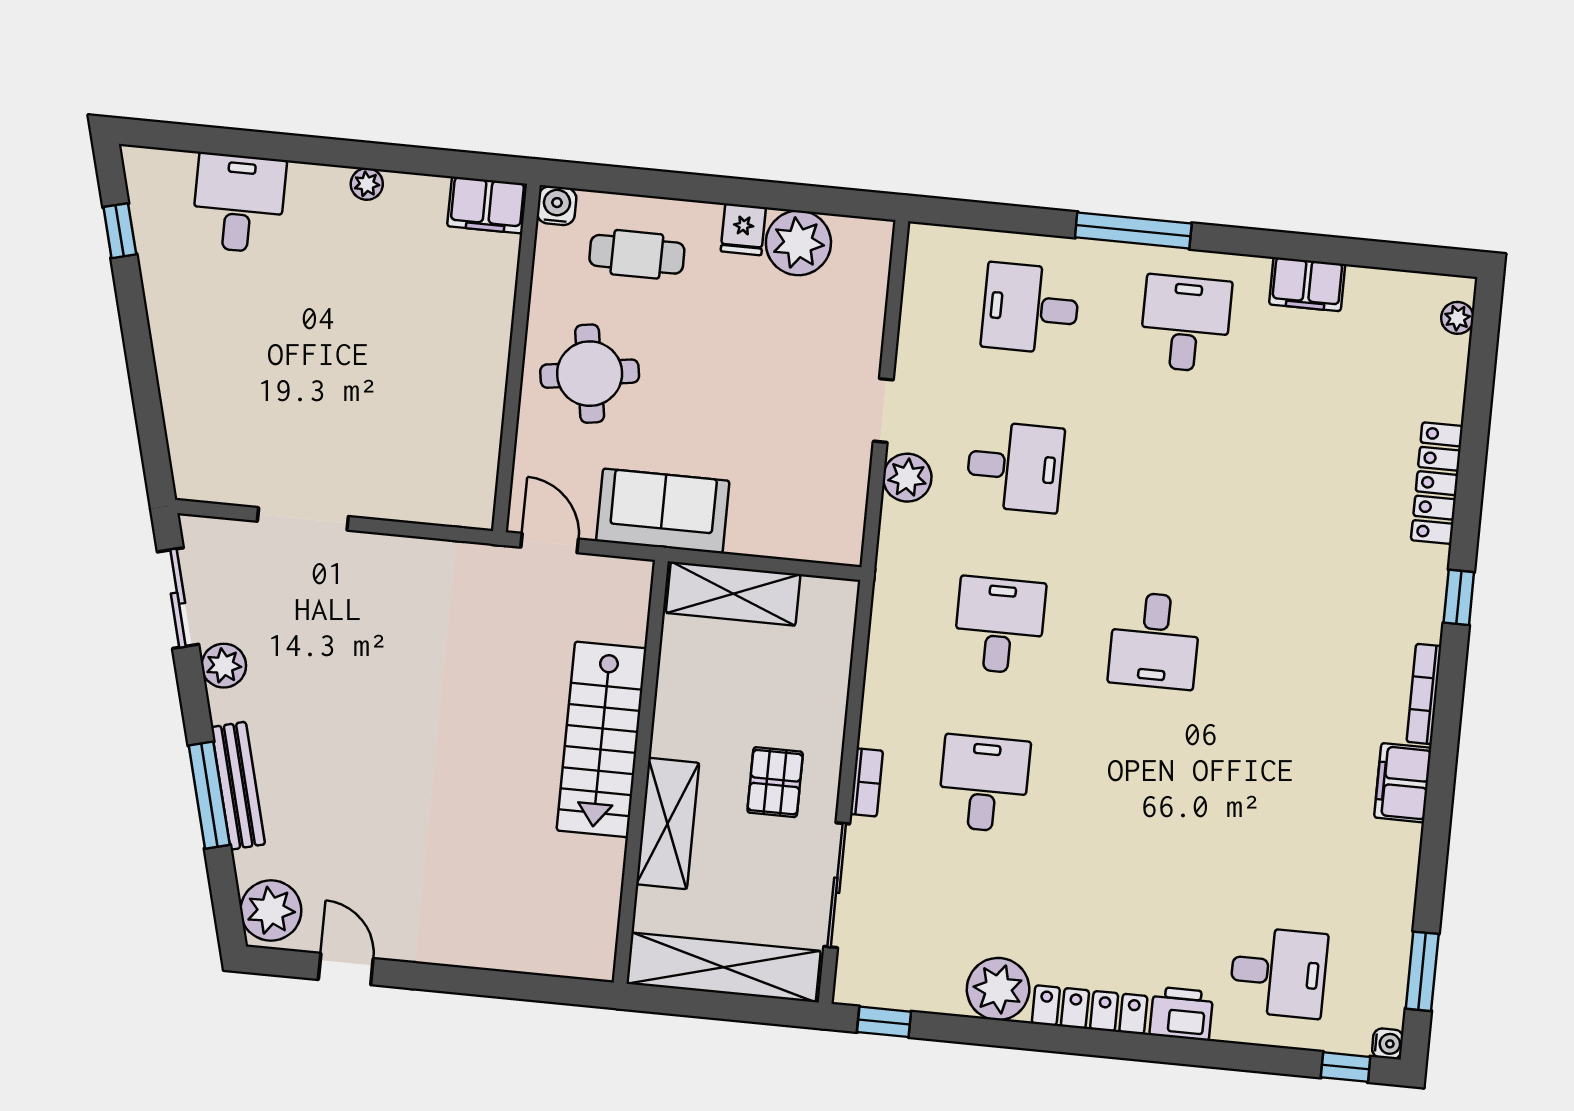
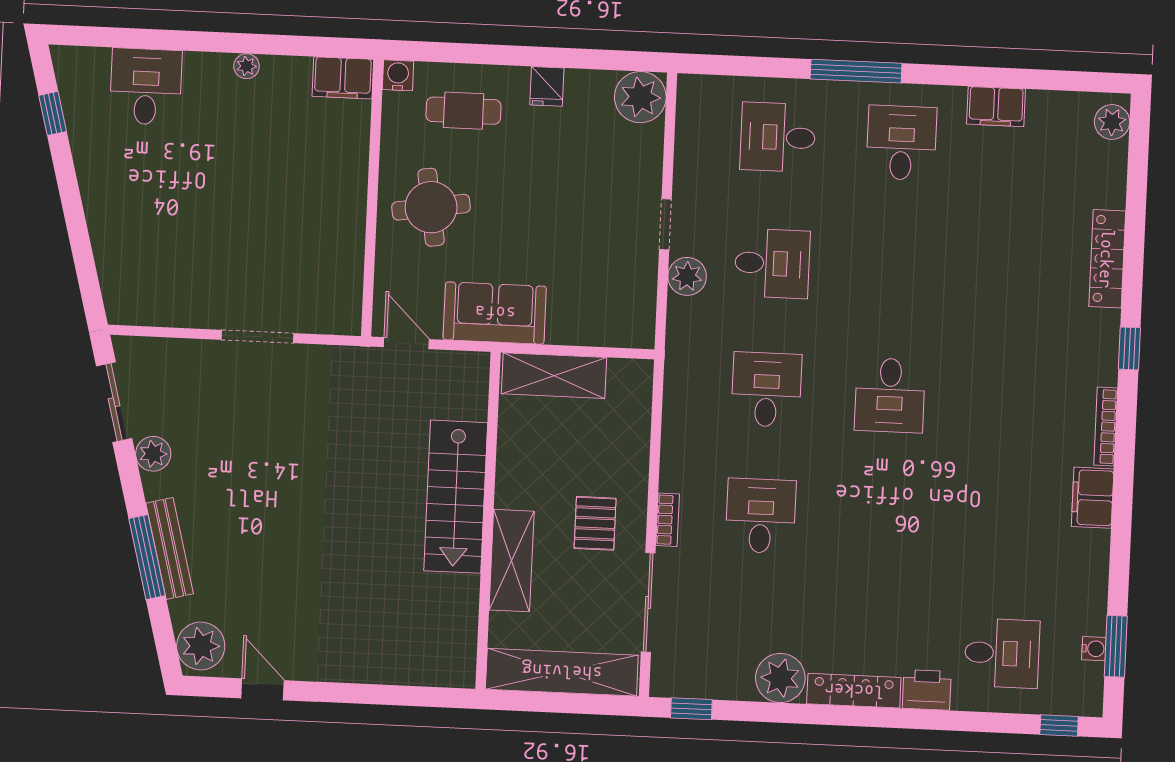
plant: (798, 243) -> (640, 97), moved
plant: (1457, 318) -> (1112, 122), width x1.38, depth x1.38
doorway: (303, 519) -> (258, 336), moved
water cooler: (1388, 1044) -> (1094, 649), moved

